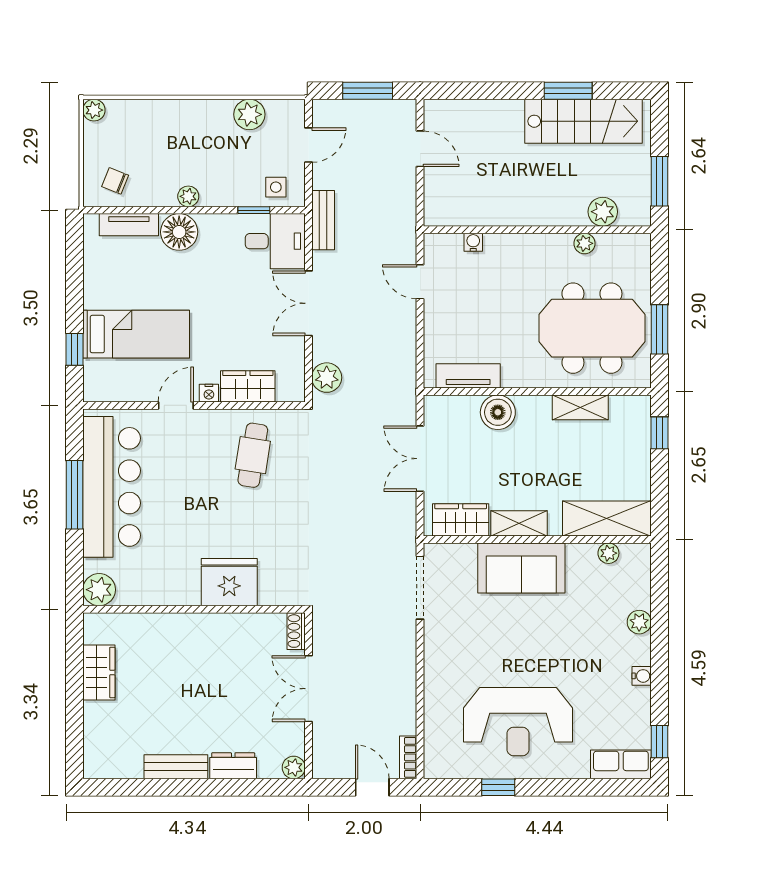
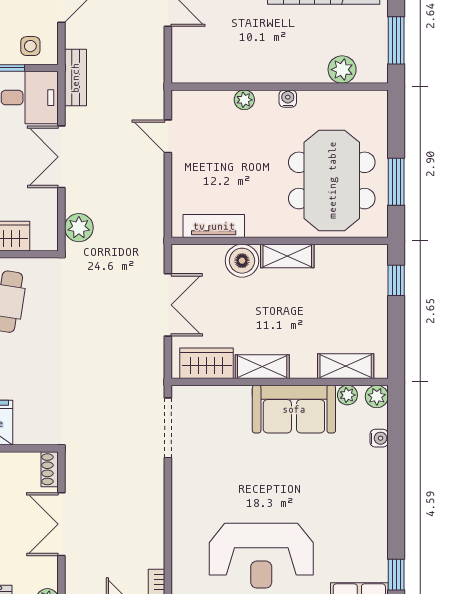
water cooler: (473, 242) -> (288, 99), moved
plant: (584, 243) -> (244, 100), moved
meeting table: (592, 328) -> (332, 180), turned 90
shelving: (580, 407) -> (287, 256), moved
double door: (420, 459) -> (168, 305), swing flipped
shelving: (606, 518) -> (346, 366), width x0.67, depth x0.75
sofa: (521, 568) -> (294, 409), moved
plant: (639, 622) -> (377, 396), moved
water cooler: (642, 676) -> (379, 438), moved

